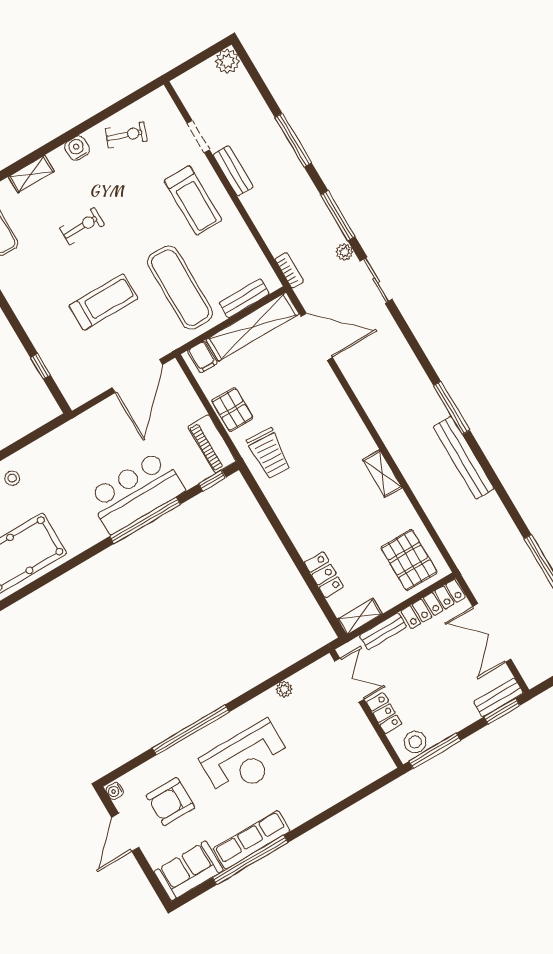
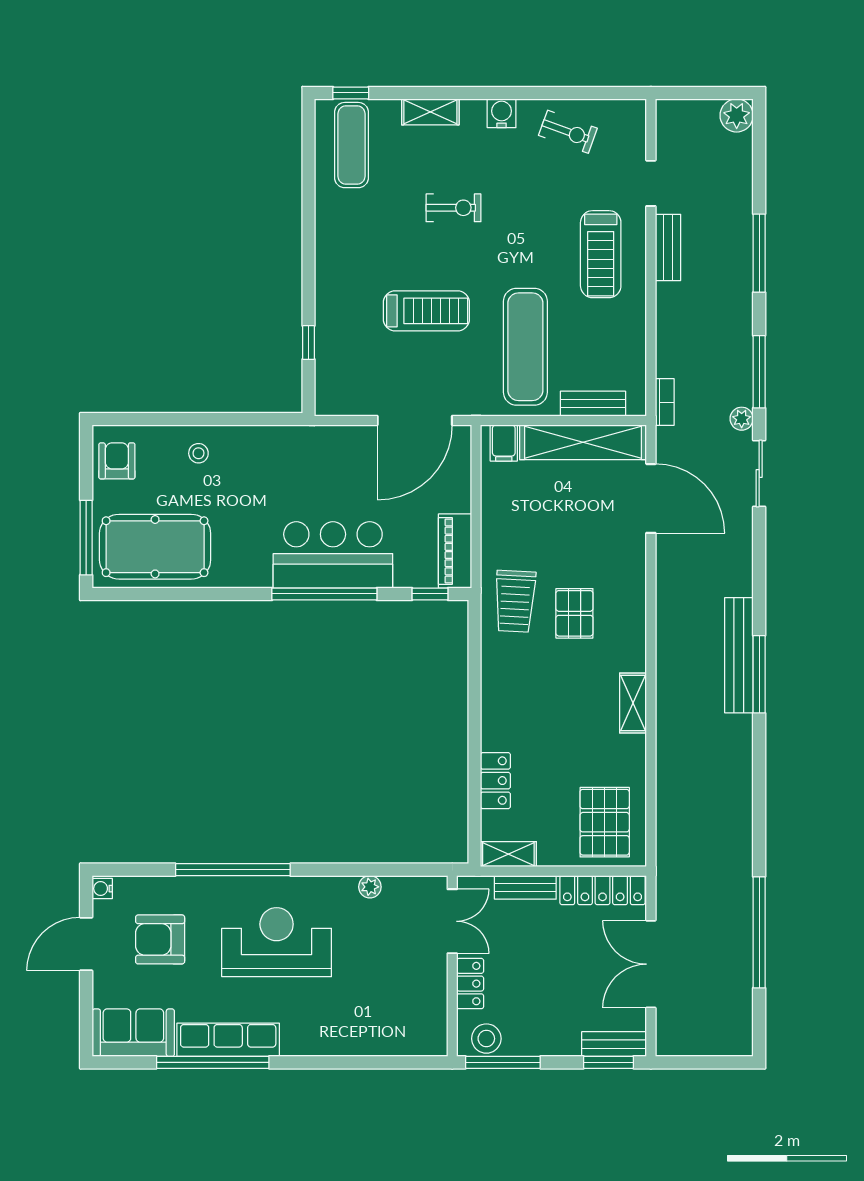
pallet: (232, 409) -> (574, 613), moved
bench: (464, 458) -> (739, 655), moved
reception desk: (246, 760) -> (277, 942), turned 180

